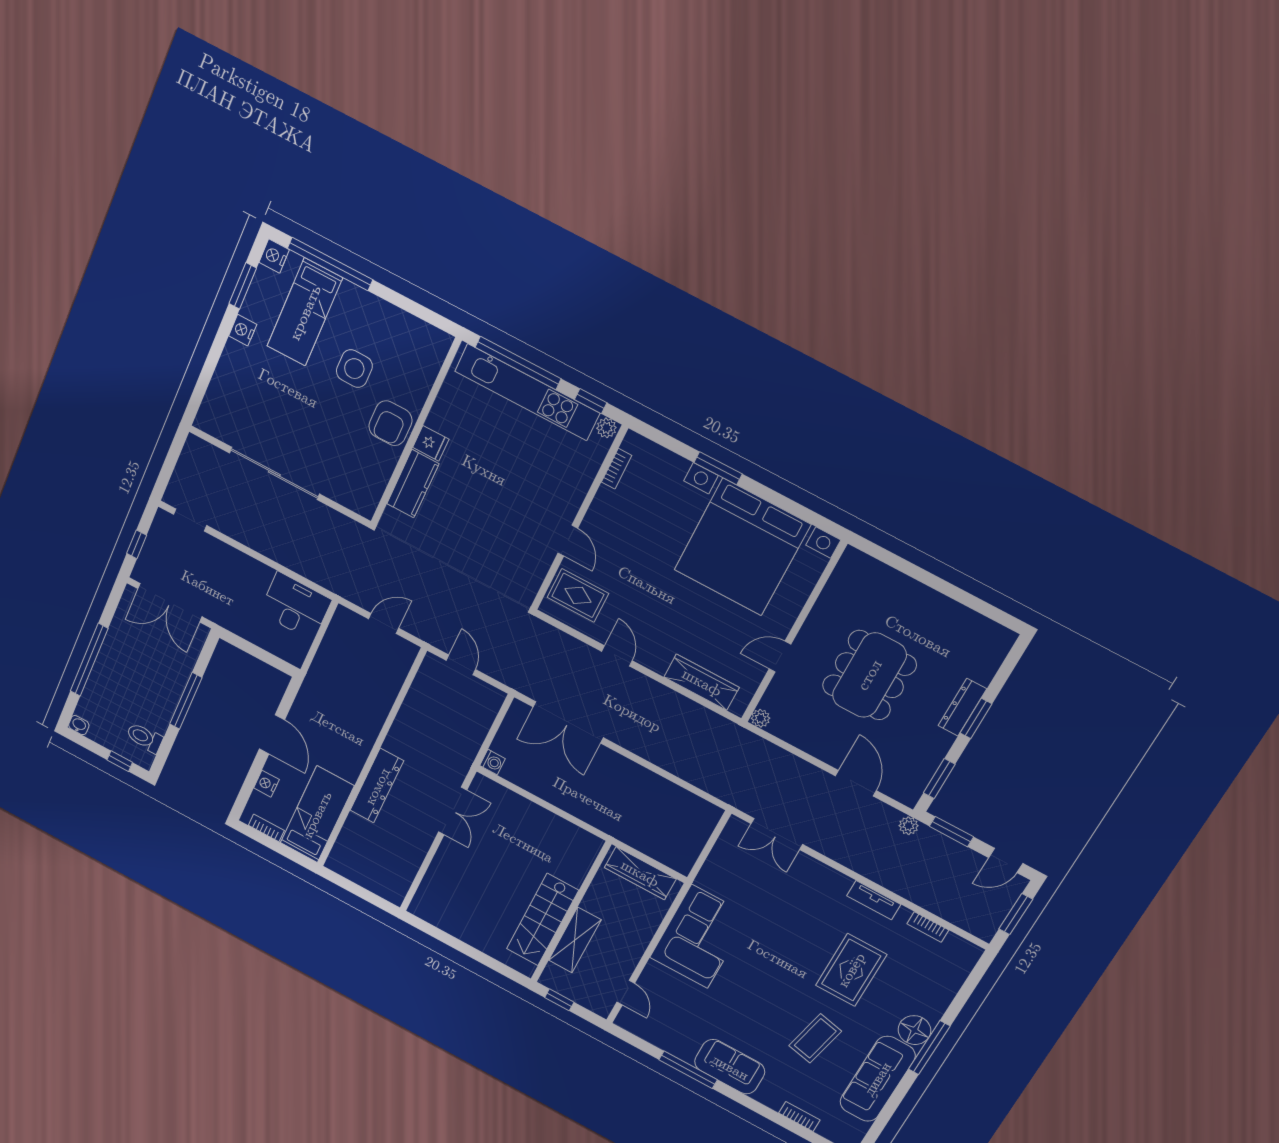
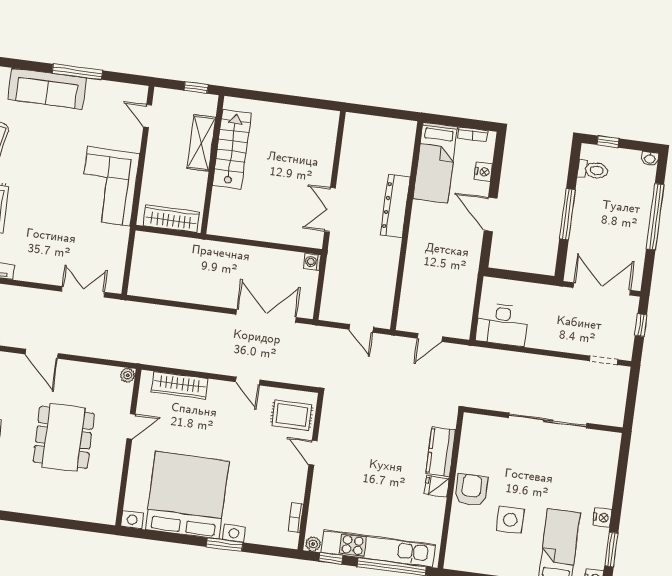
sofa: (730, 1067) -> (47, 89), width x1.36

